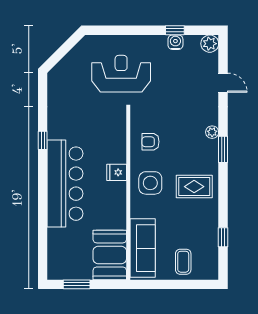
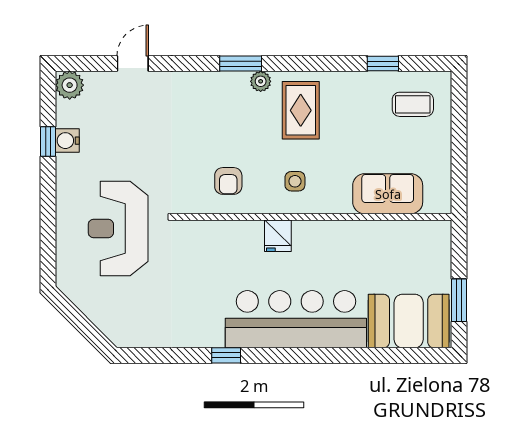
plant: (212, 132) -> (261, 81), moved
side table: (150, 183) -> (295, 181), width x0.54, depth x0.54
sofa: (143, 248) -> (388, 194), width x0.73
booth: (110, 255) -> (409, 321), moved
coffee table: (183, 262) -> (413, 104), moved

